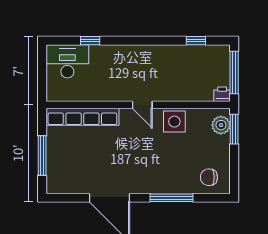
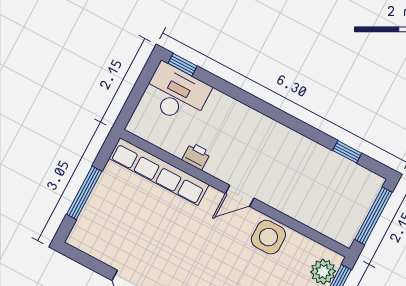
window: (90, 41) -> (183, 65), moved
printer: (222, 94) -> (196, 156), moved
door: (142, 105) -> (240, 196), hinge flipped

